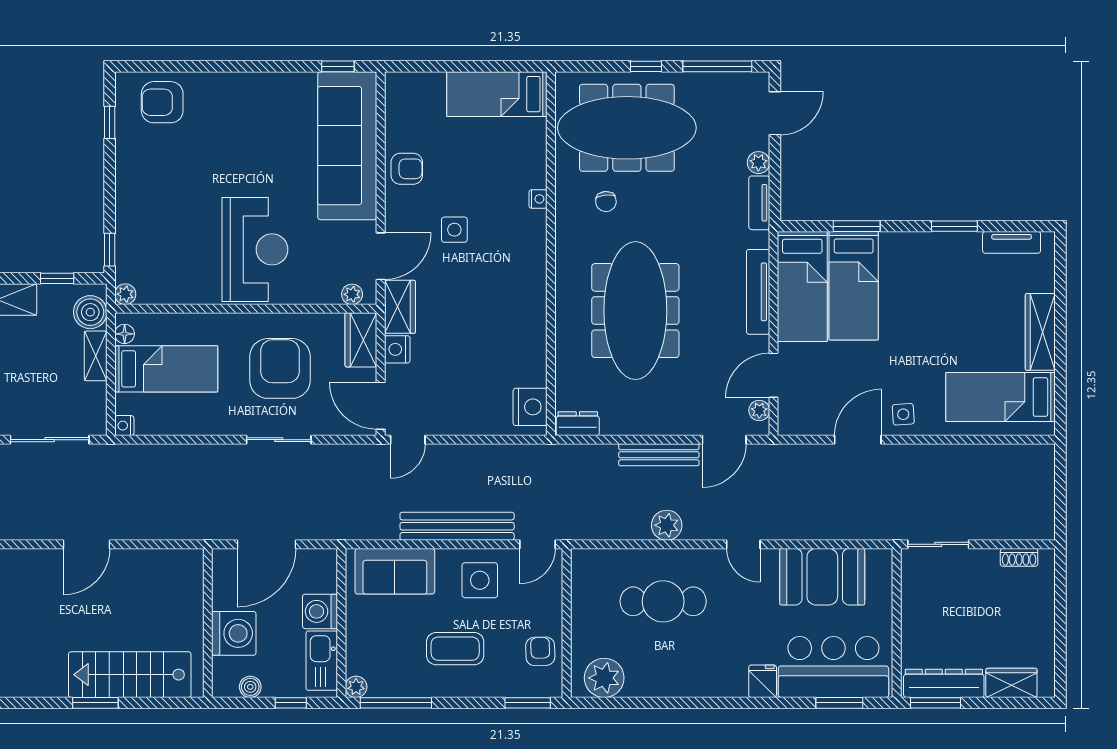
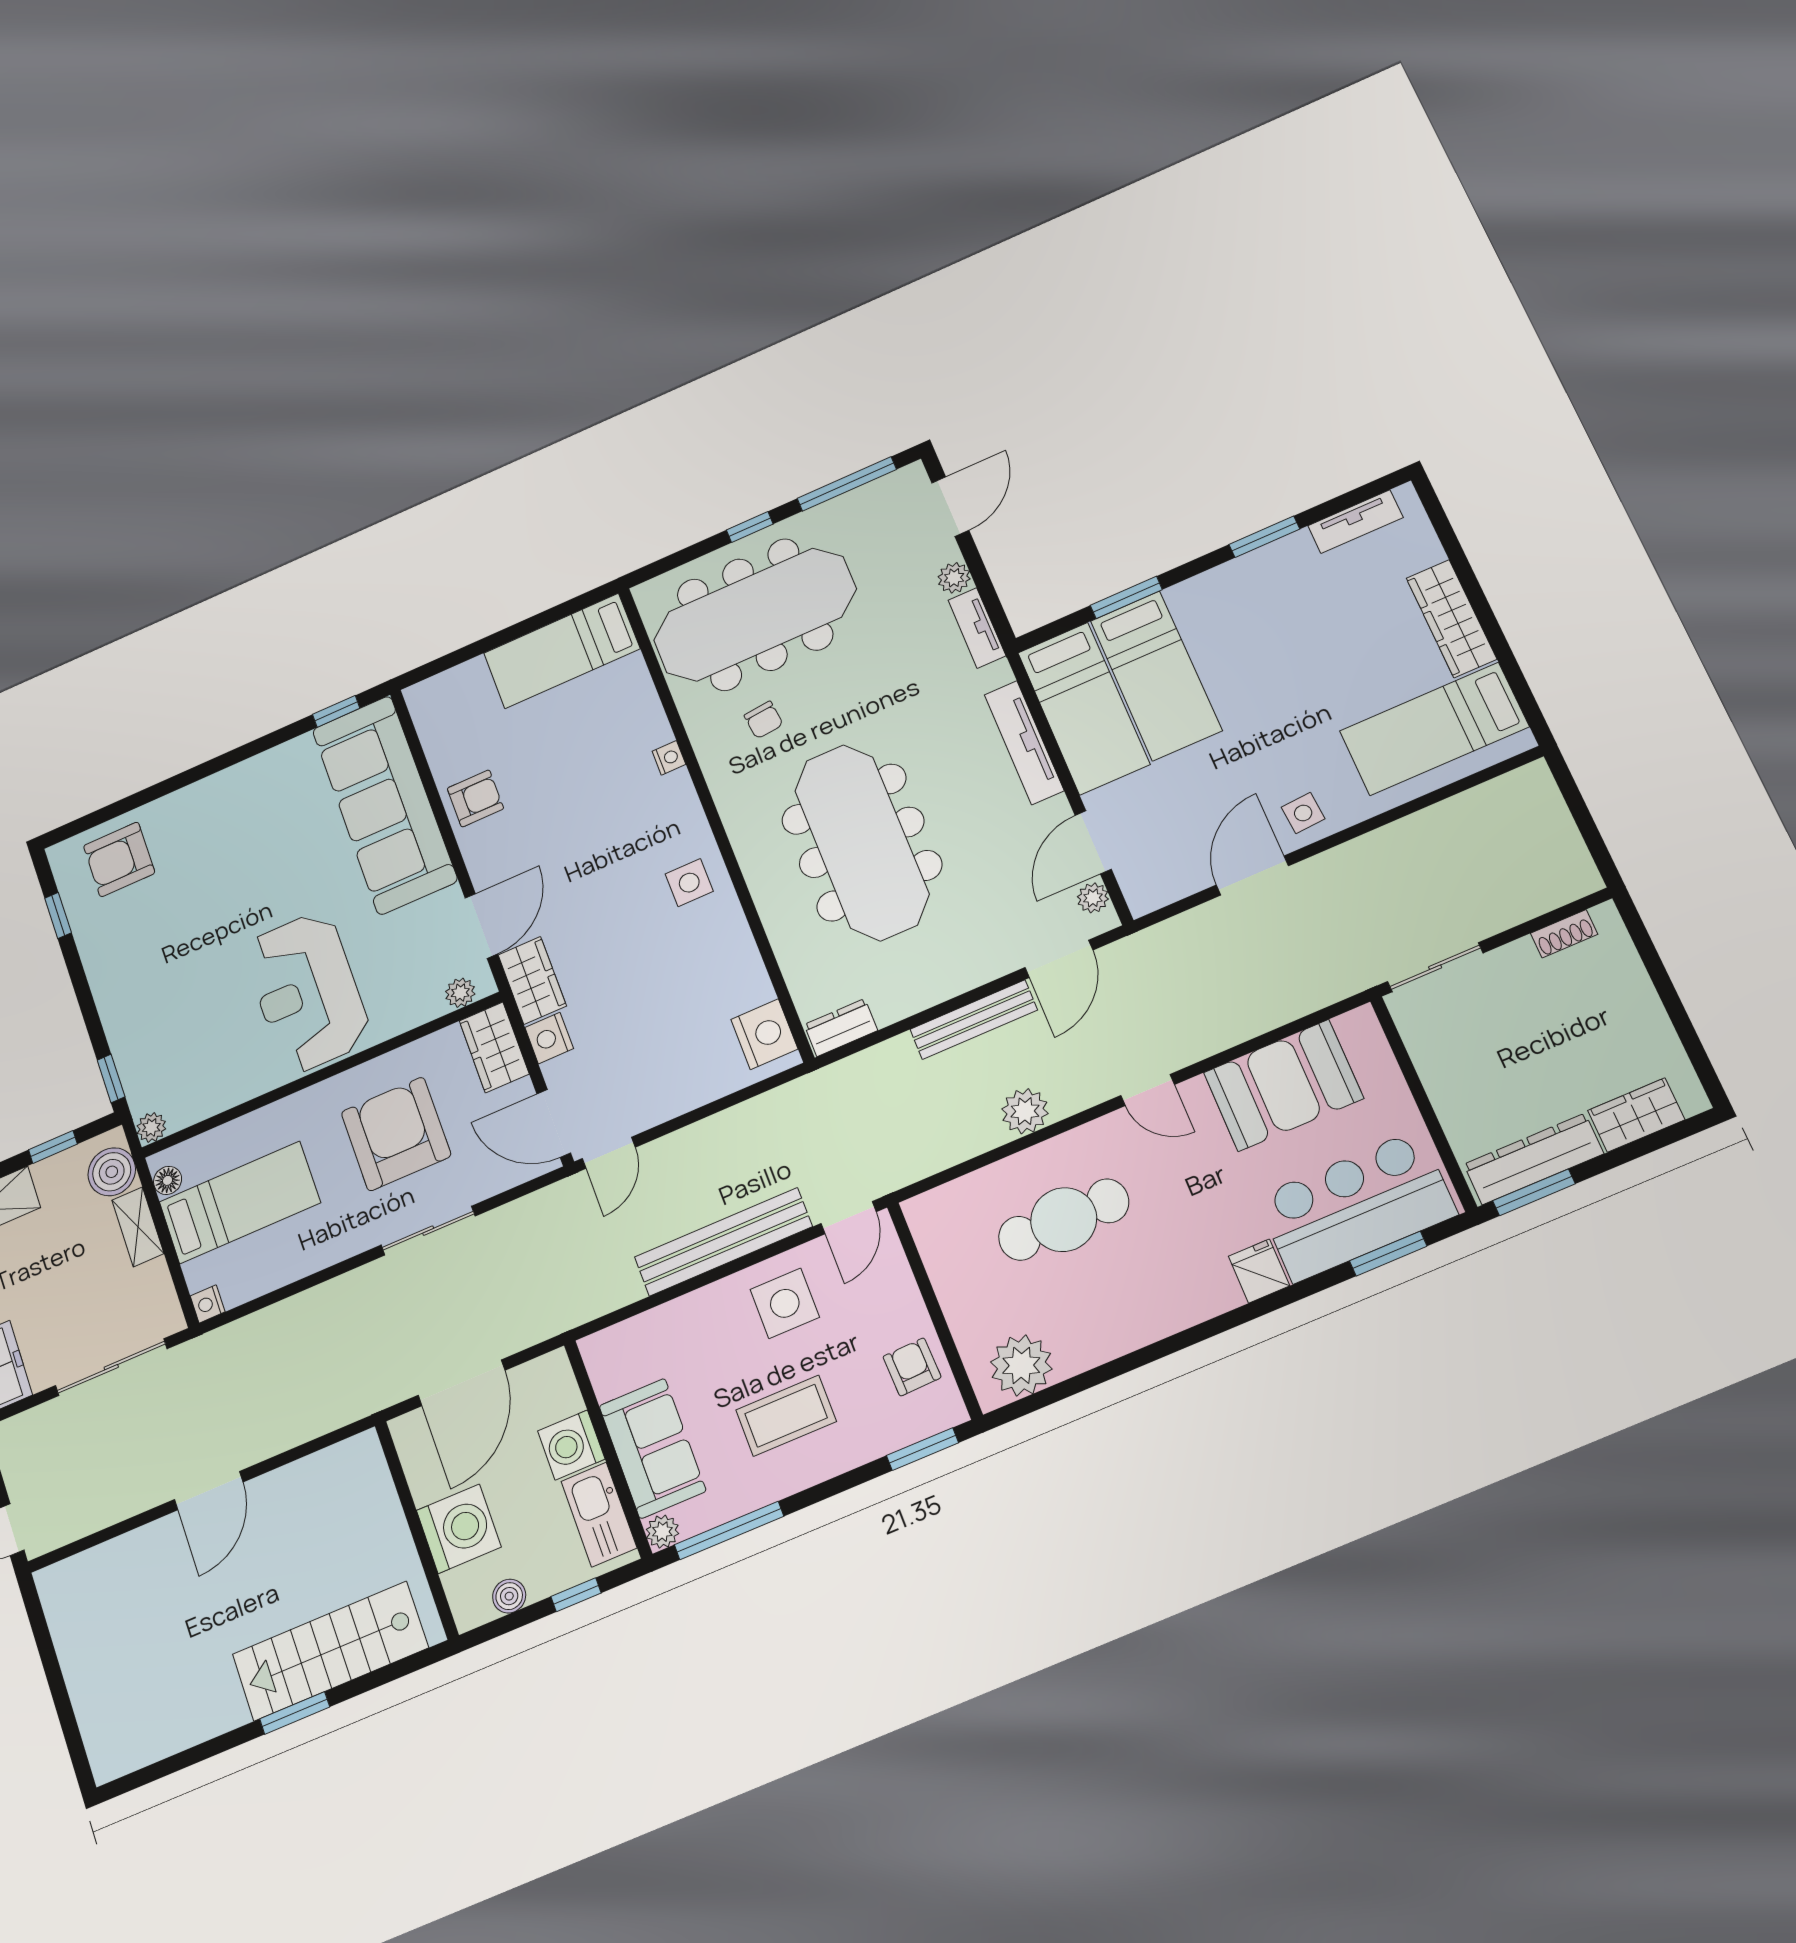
side table: (454, 230) -> (689, 883), moved
reception desk: (255, 249) -> (307, 992), turned 180
sofa: (395, 571) -> (652, 1448), moved, turned -90

